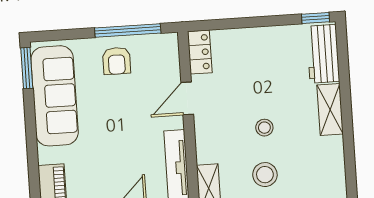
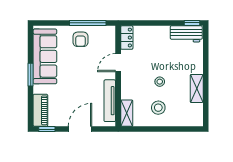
workbench: (323, 54) -> (186, 34), moved, turned -90
window: (27, 68) -> (31, 75), moved
shelving: (330, 110) -> (197, 88), moved

